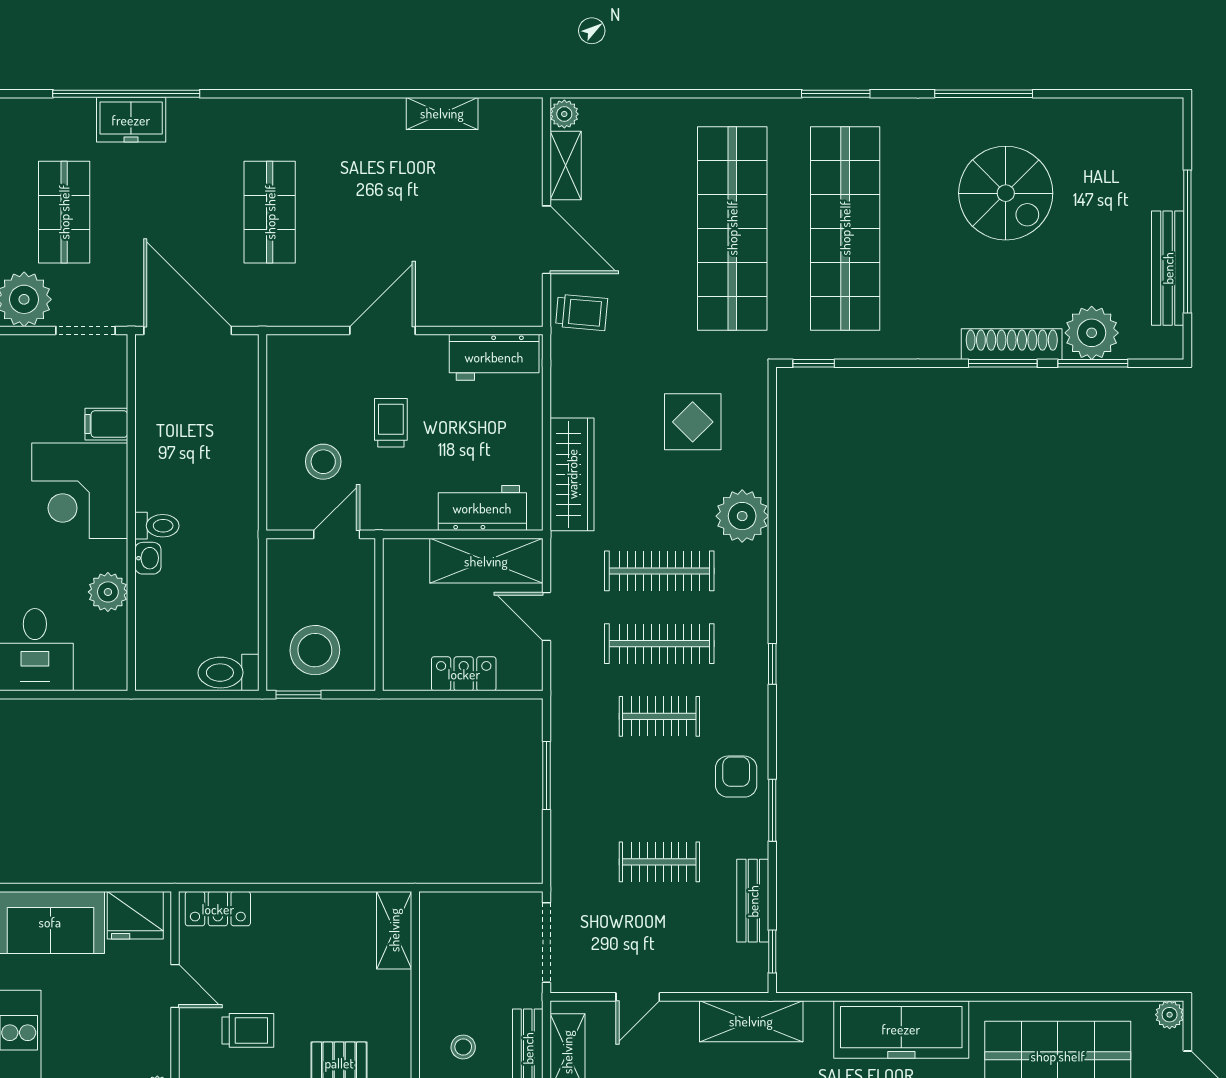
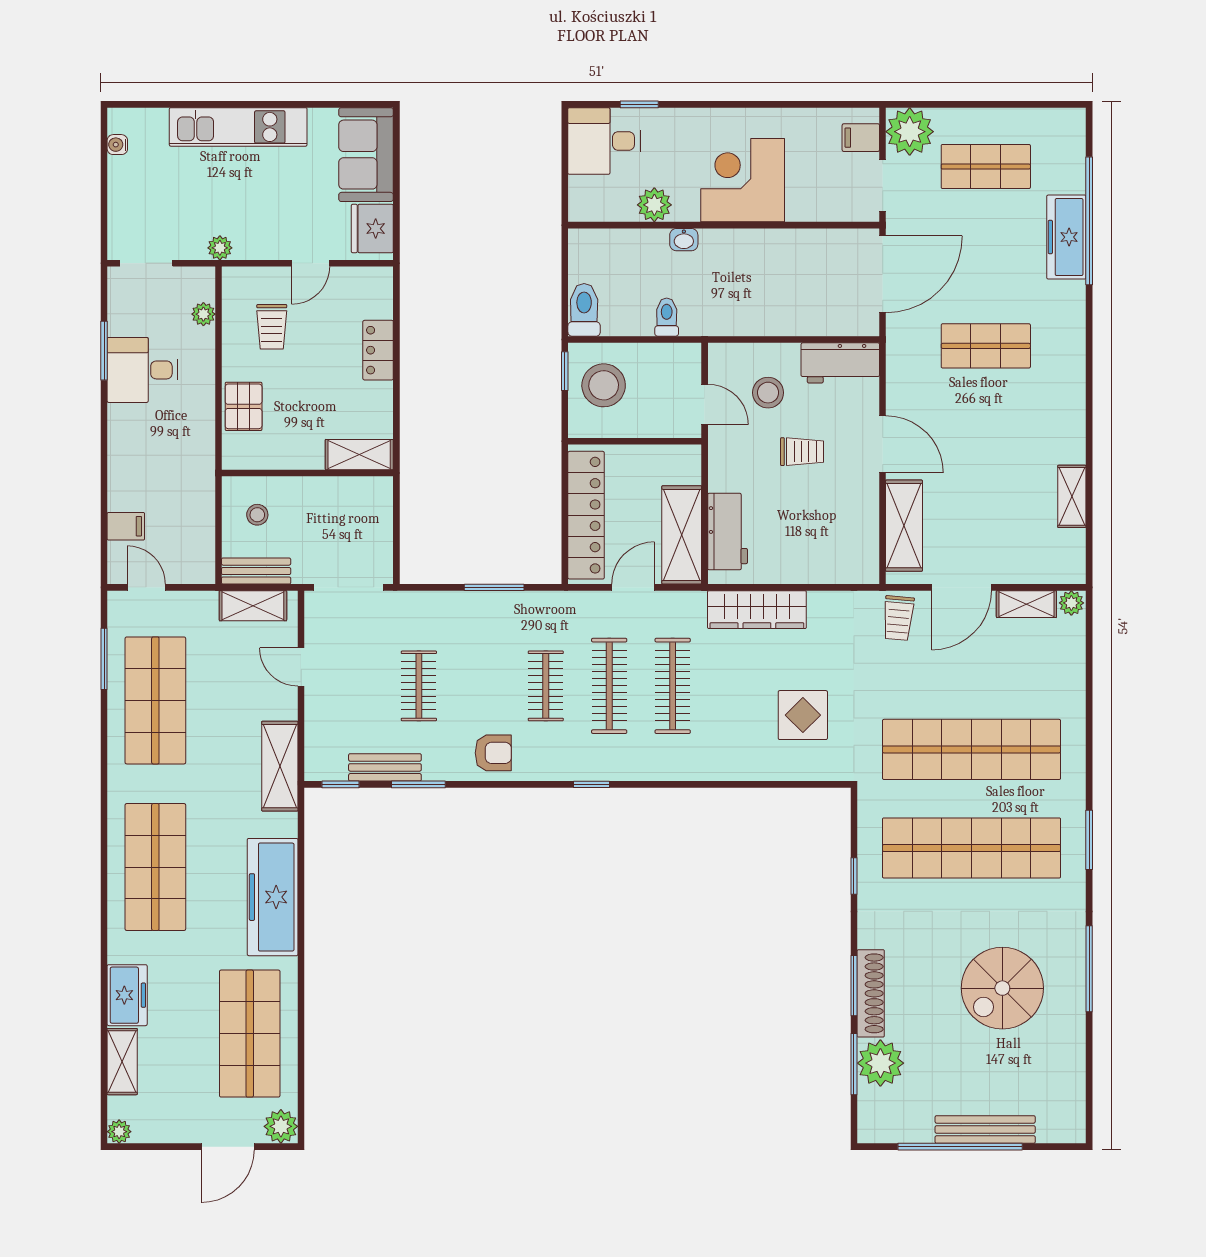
freezer: (131, 120) -> (1066, 237), width x1.40
bench: (1168, 268) -> (985, 1129), moved
shelving: (476, 306) -> (904, 526), added
workbench: (494, 357) -> (840, 363), moved, turned -90
window: (814, 363) -> (854, 876), moved
filing cabinet: (106, 424) -> (861, 138), moved, turned -90
plant: (742, 516) -> (721, 758), removed
toilet: (157, 526) -> (667, 317), moved, turned 180
locker: (464, 674) -> (586, 515), width x2.16, depth x1.21
window: (772, 810) -> (418, 784), moved
locker: (218, 909) -> (378, 350), moved
plant: (1170, 1015) -> (281, 1126), width x1.38, depth x1.38

